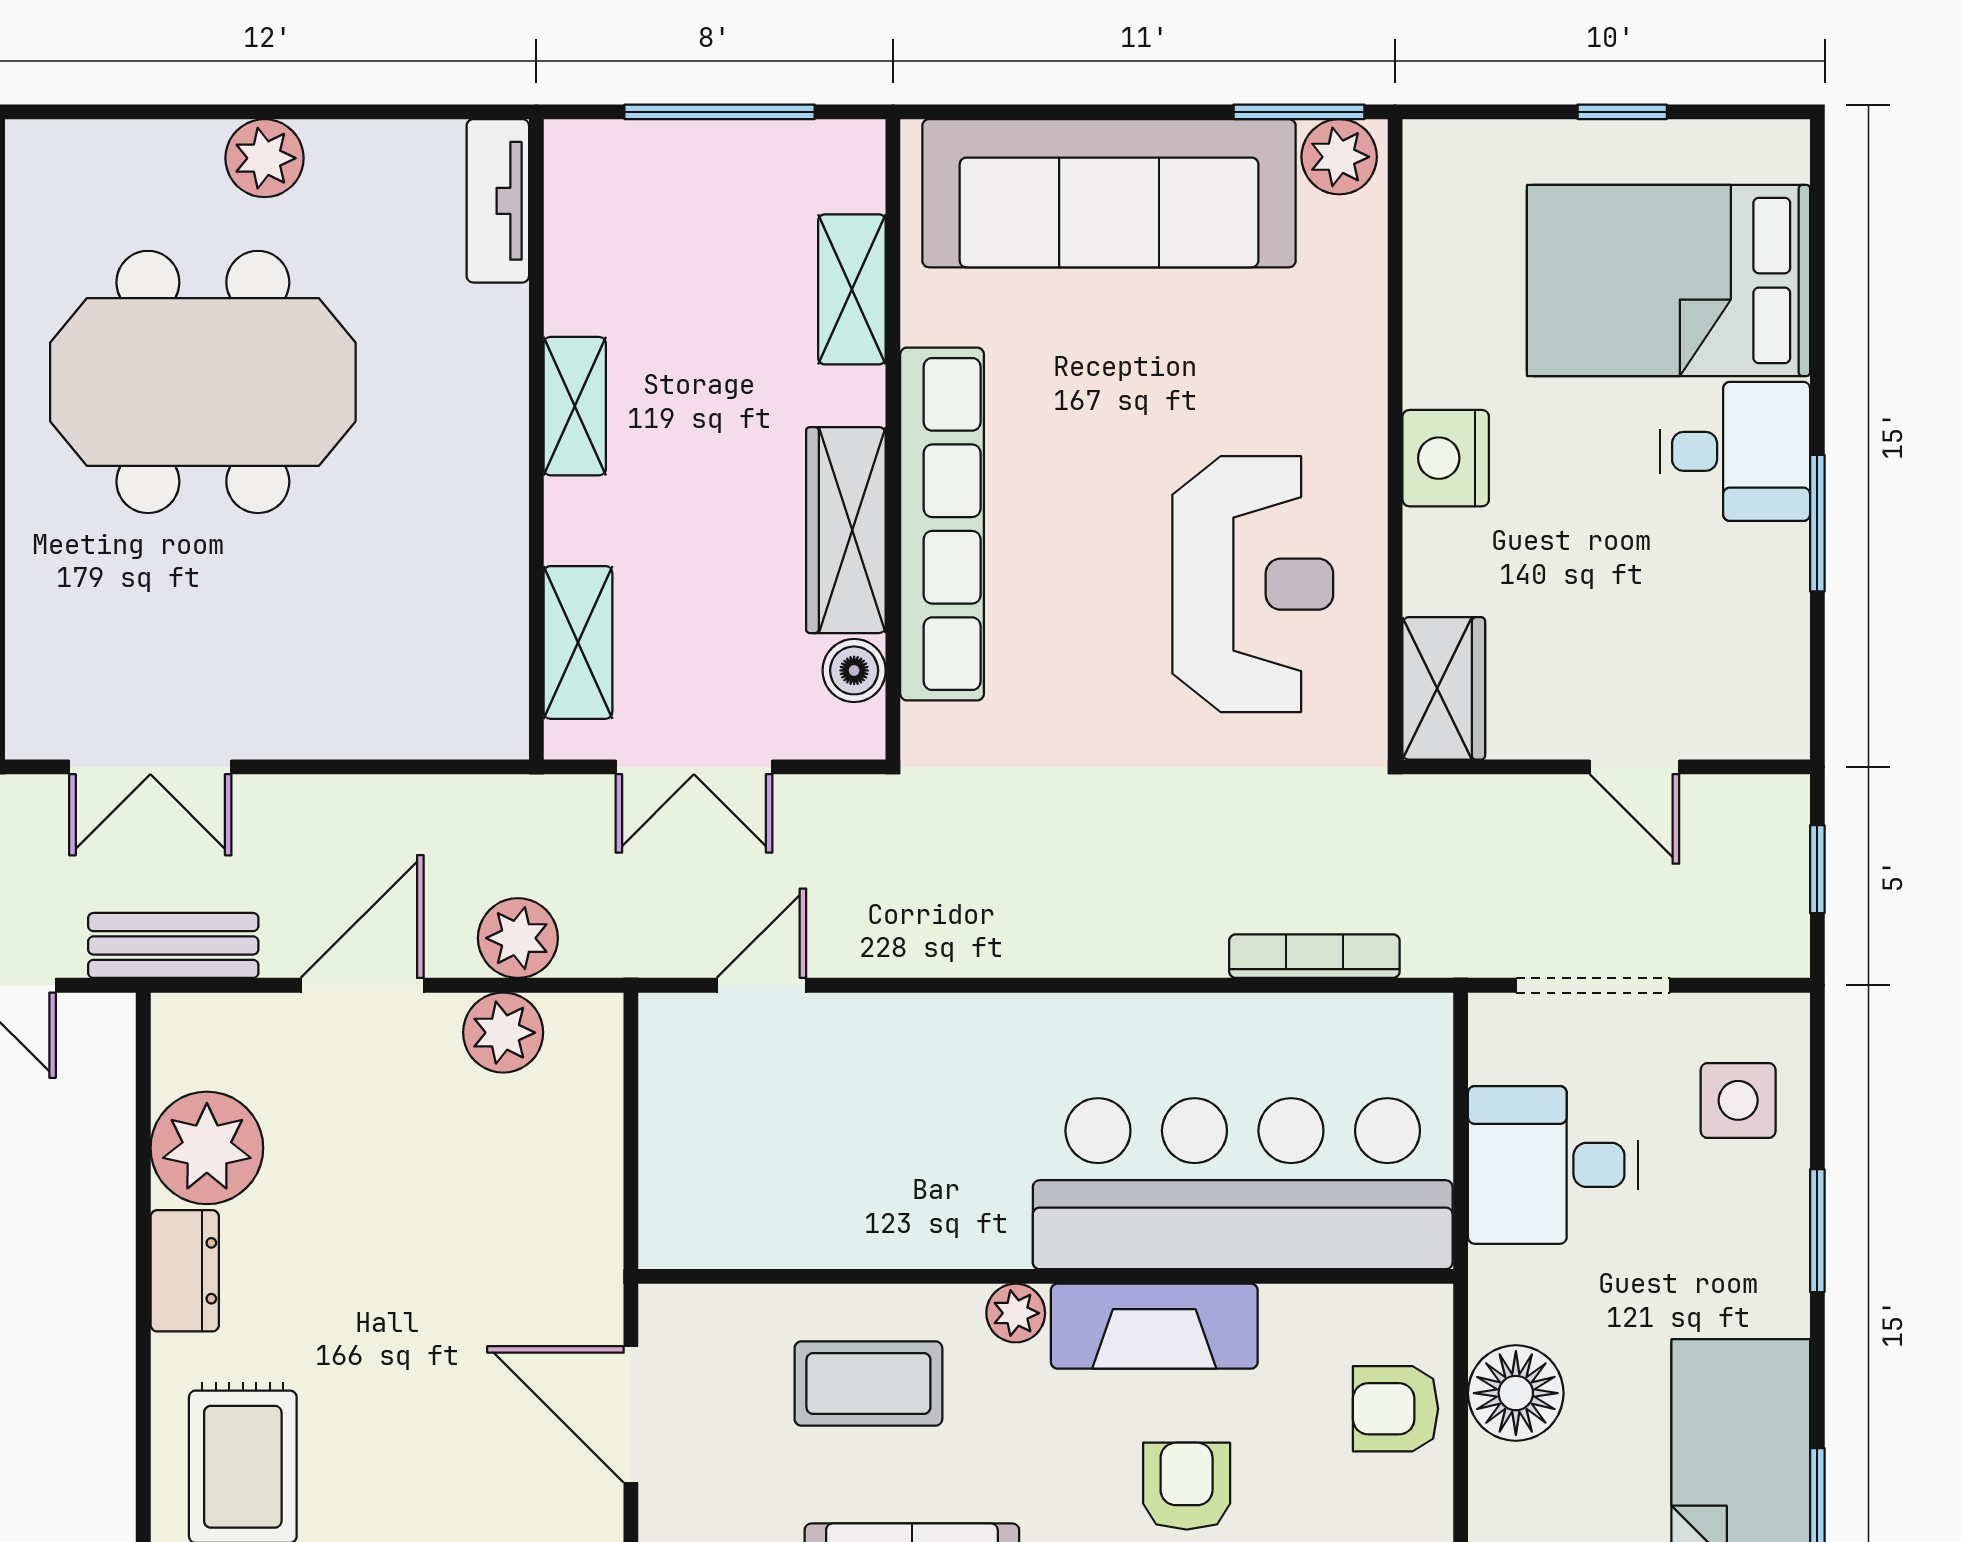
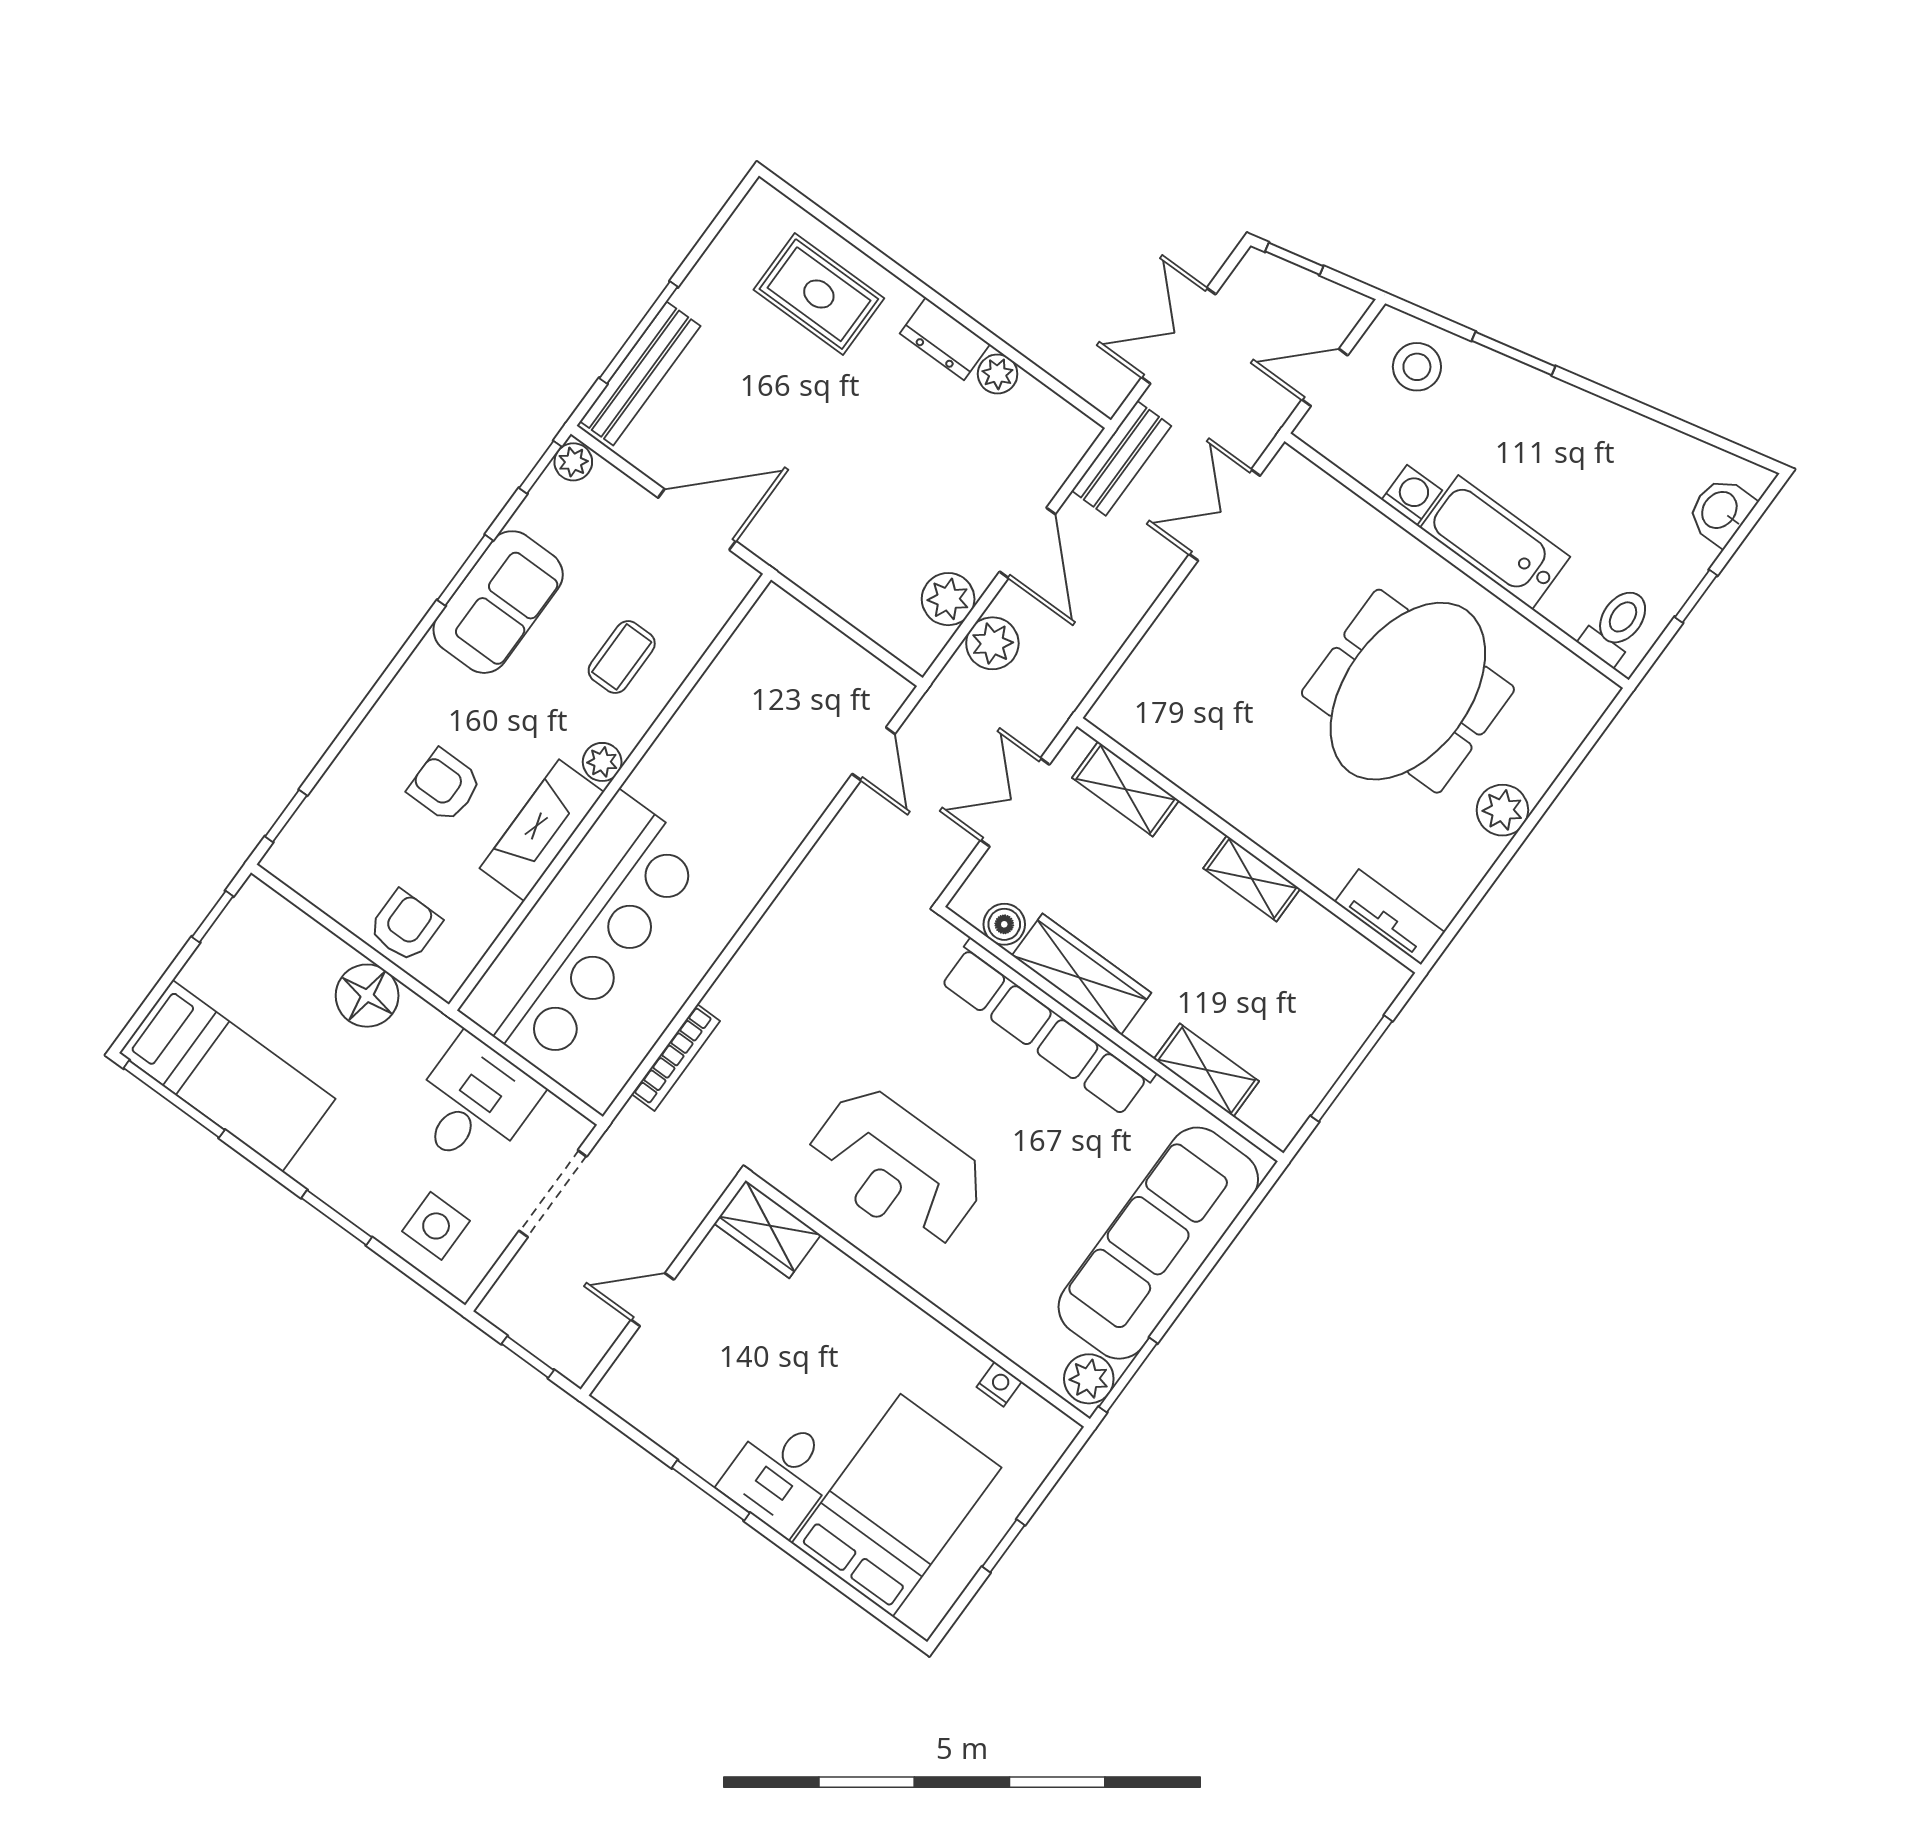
nightstand: (1446, 458) -> (999, 1384), moved, width x0.53, depth x0.56
plant: (207, 1148) -> (998, 374), width x0.53, depth x0.53
coffee table: (868, 1383) -> (622, 657), width x0.73, depth x0.77
armchair: (1187, 1486) -> (445, 786), turned 180

